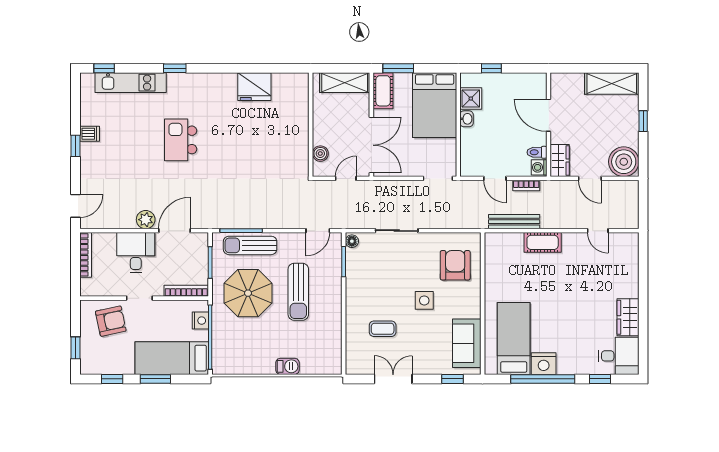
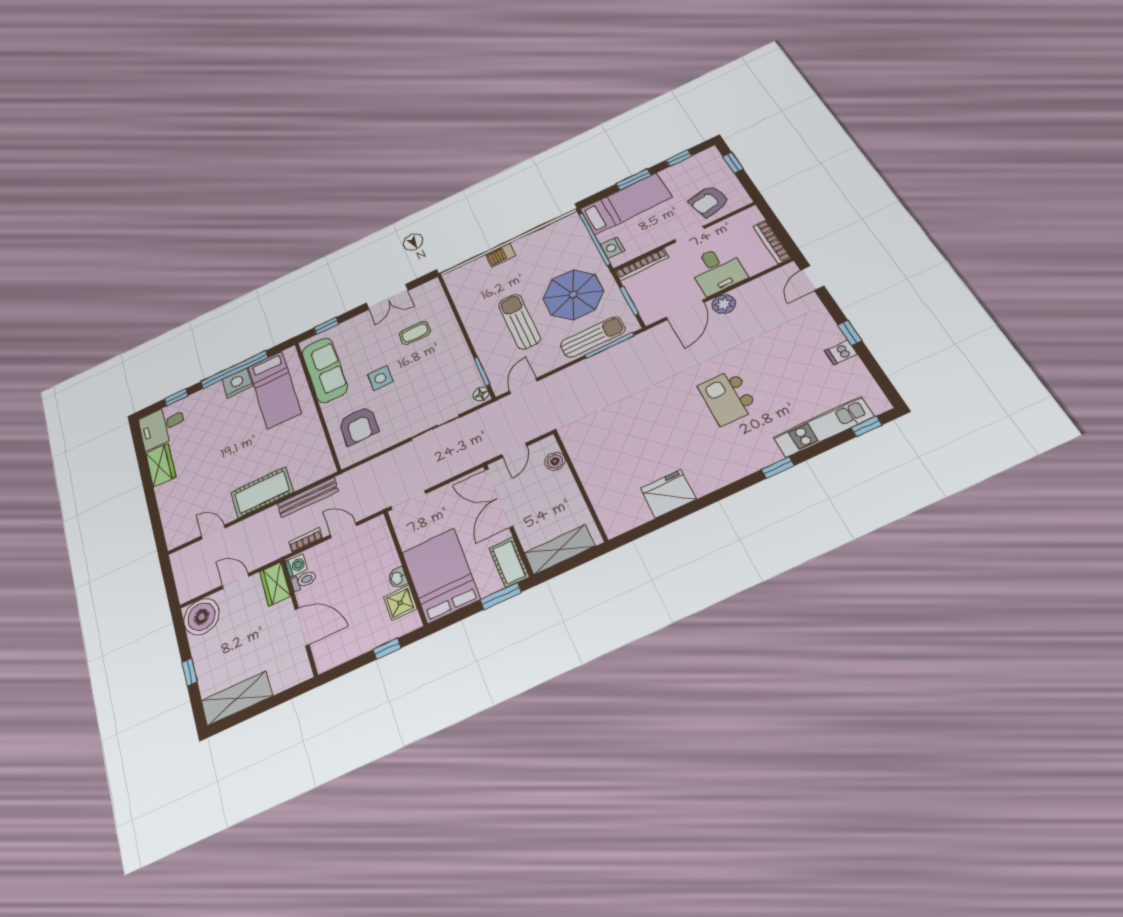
kitchen island: (181, 140) -> (728, 397), turned 180
cot: (543, 242) -> (262, 492), width x1.37, depth x1.34
sofa: (467, 343) -> (325, 370), width x1.36

